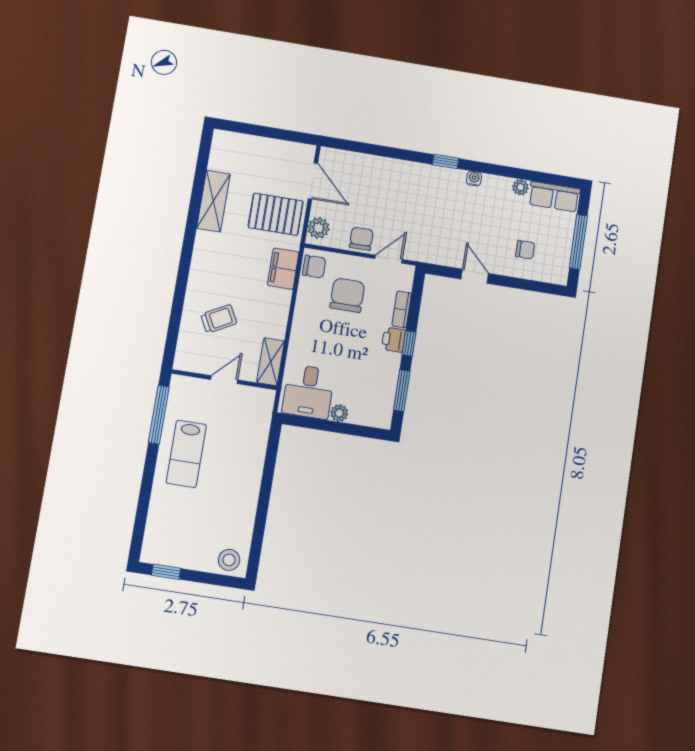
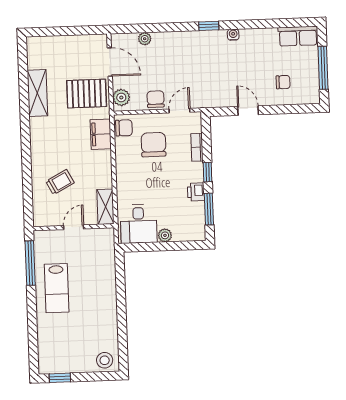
plant: (520, 187) -> (145, 39), moved
printer: (394, 340) -> (196, 192), moved

